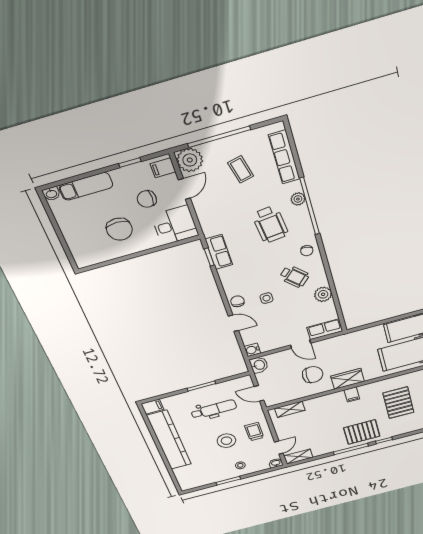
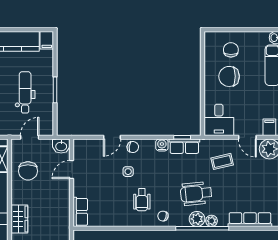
coffee table: (241, 169) -> (222, 161), moved
chair: (147, 199) -> (231, 50), moved
wheelchair: (294, 276) -> (142, 200), turned -45
plant: (323, 294) -> (197, 219), moved
door: (301, 344) -> (72, 169), moved
water cooler: (252, 350) -> (162, 145), moved
chair: (313, 375) -> (28, 171), moved
dental chair: (214, 409) -> (25, 92), turned 180

